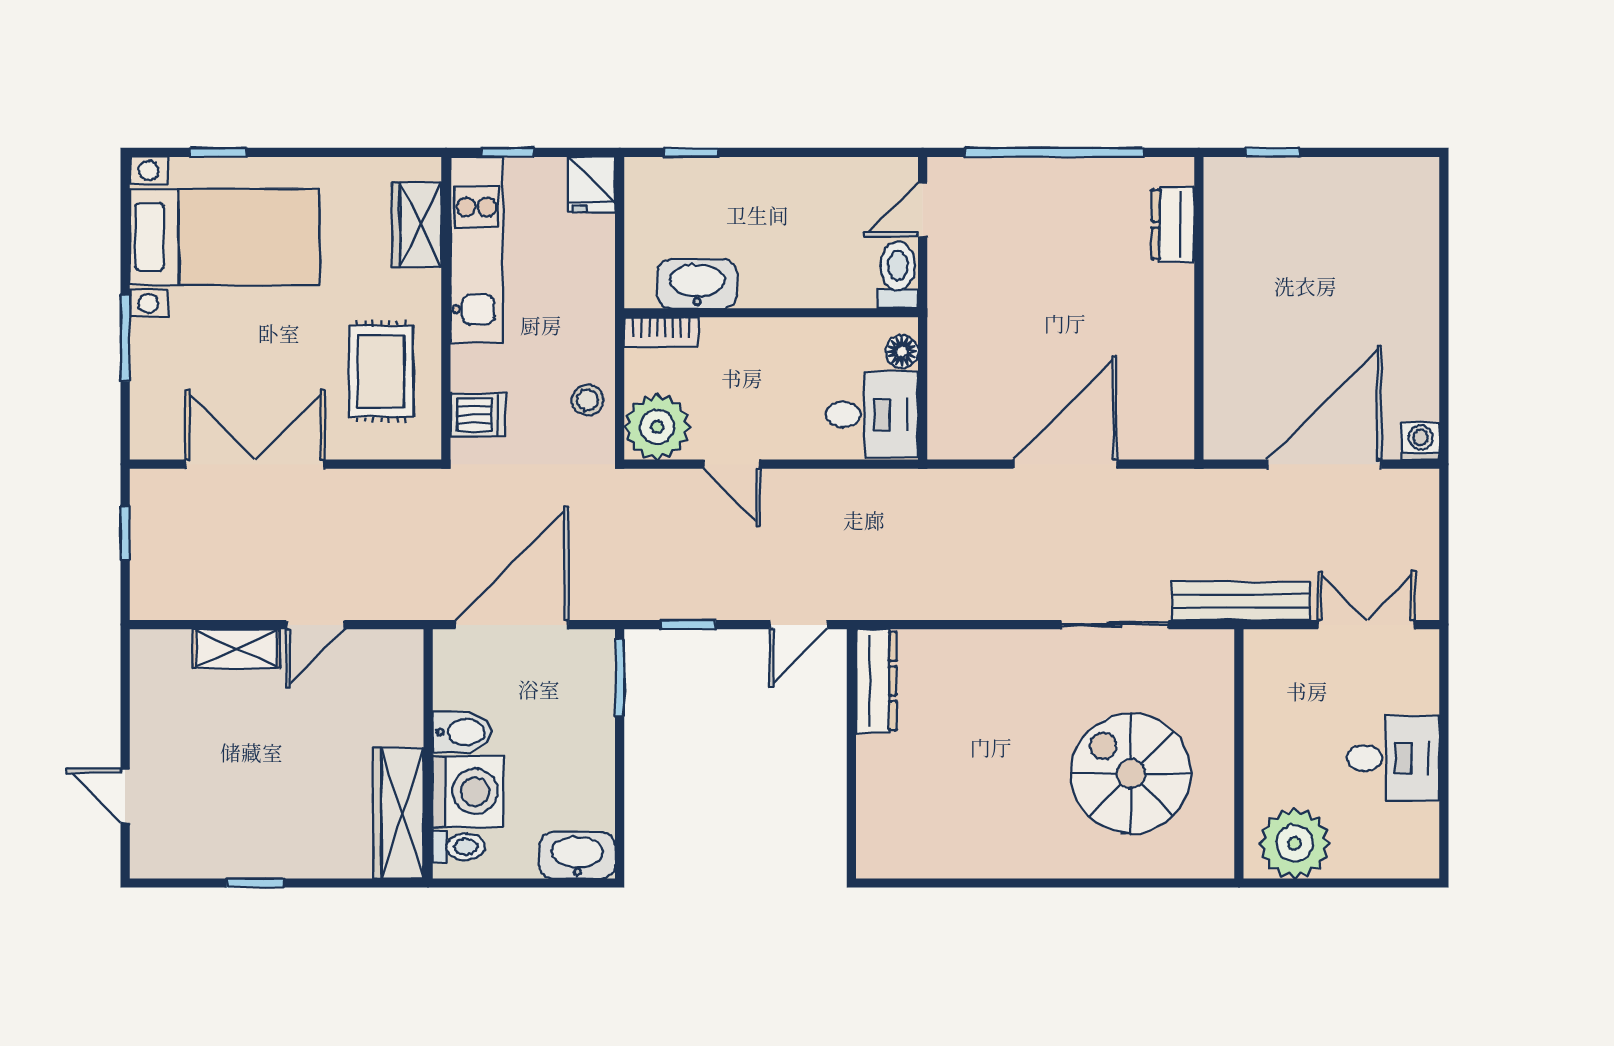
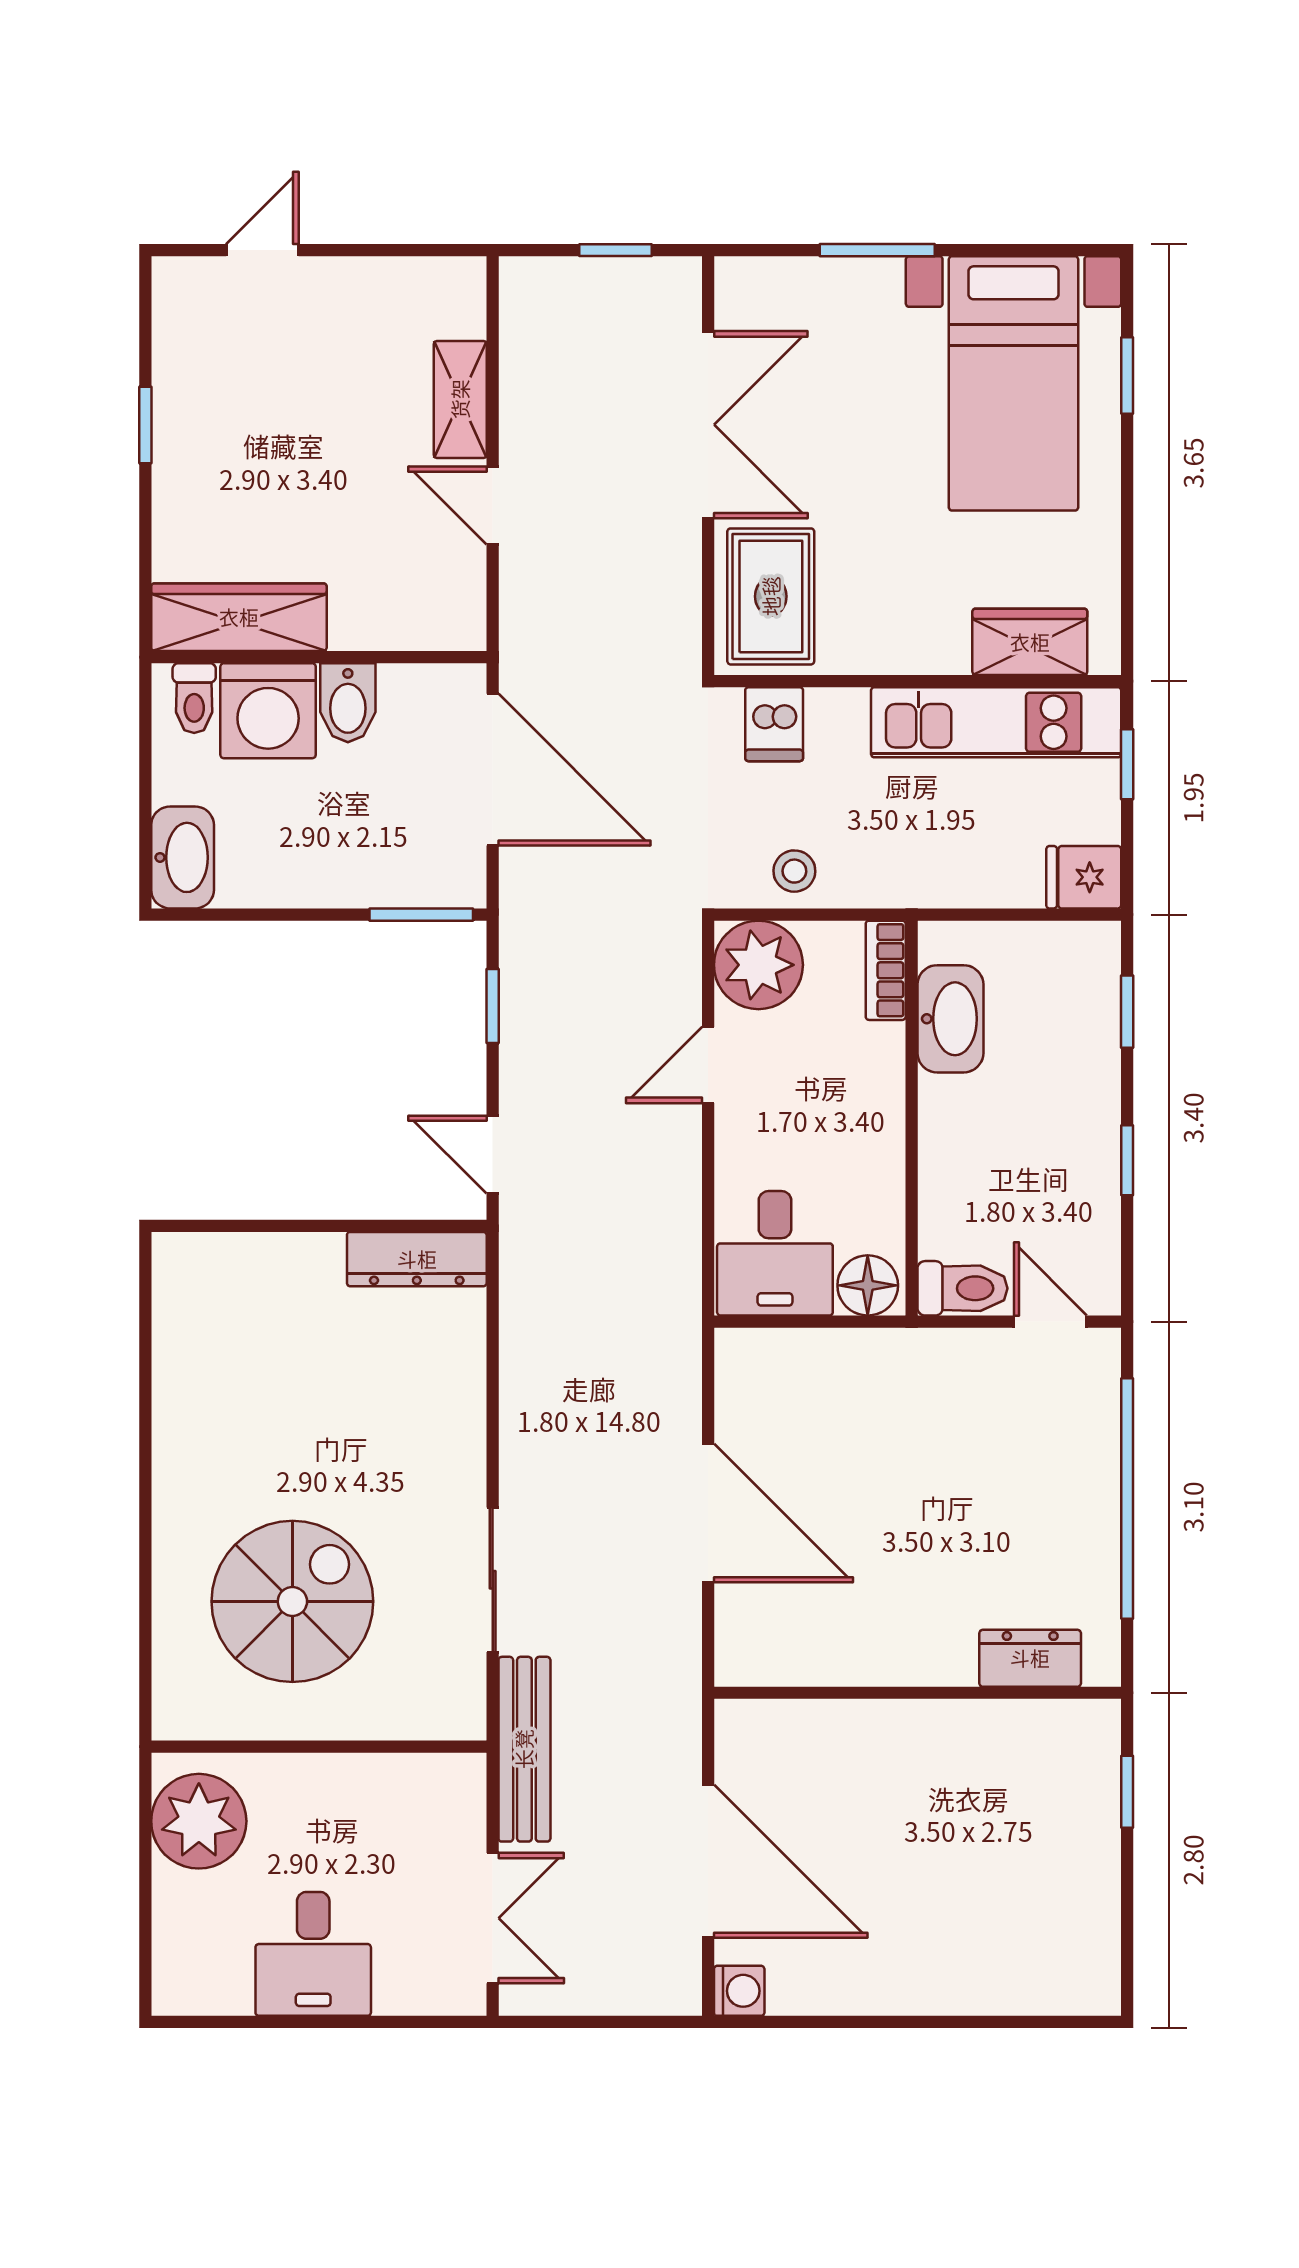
window: (803, 152) -> (1127, 1160), added
floor lamp: (902, 351) -> (868, 1285), width x1.37, depth x1.37
rug: (381, 371) -> (771, 596), moved, turned 90

